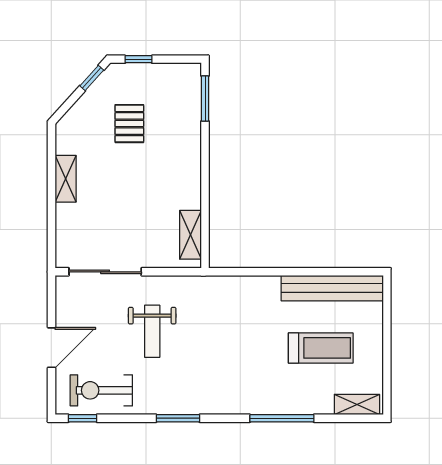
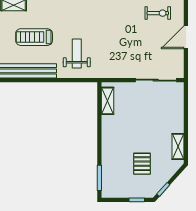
shelving: (66, 179) -> (178, 147), moved
weight bench: (152, 331) -> (77, 53), moved
exercise bike: (101, 390) -> (158, 13), width x0.73, depth x0.72

